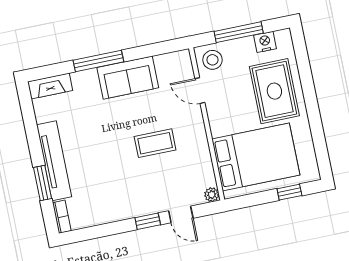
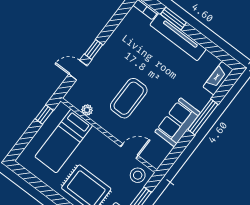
coffee table: (155, 143) -> (129, 98), width x1.36, depth x1.32
bed: (256, 157) -> (64, 141), width x0.67
window: (289, 192) -> (44, 115), moved
plant: (212, 195) -> (87, 110), moved

